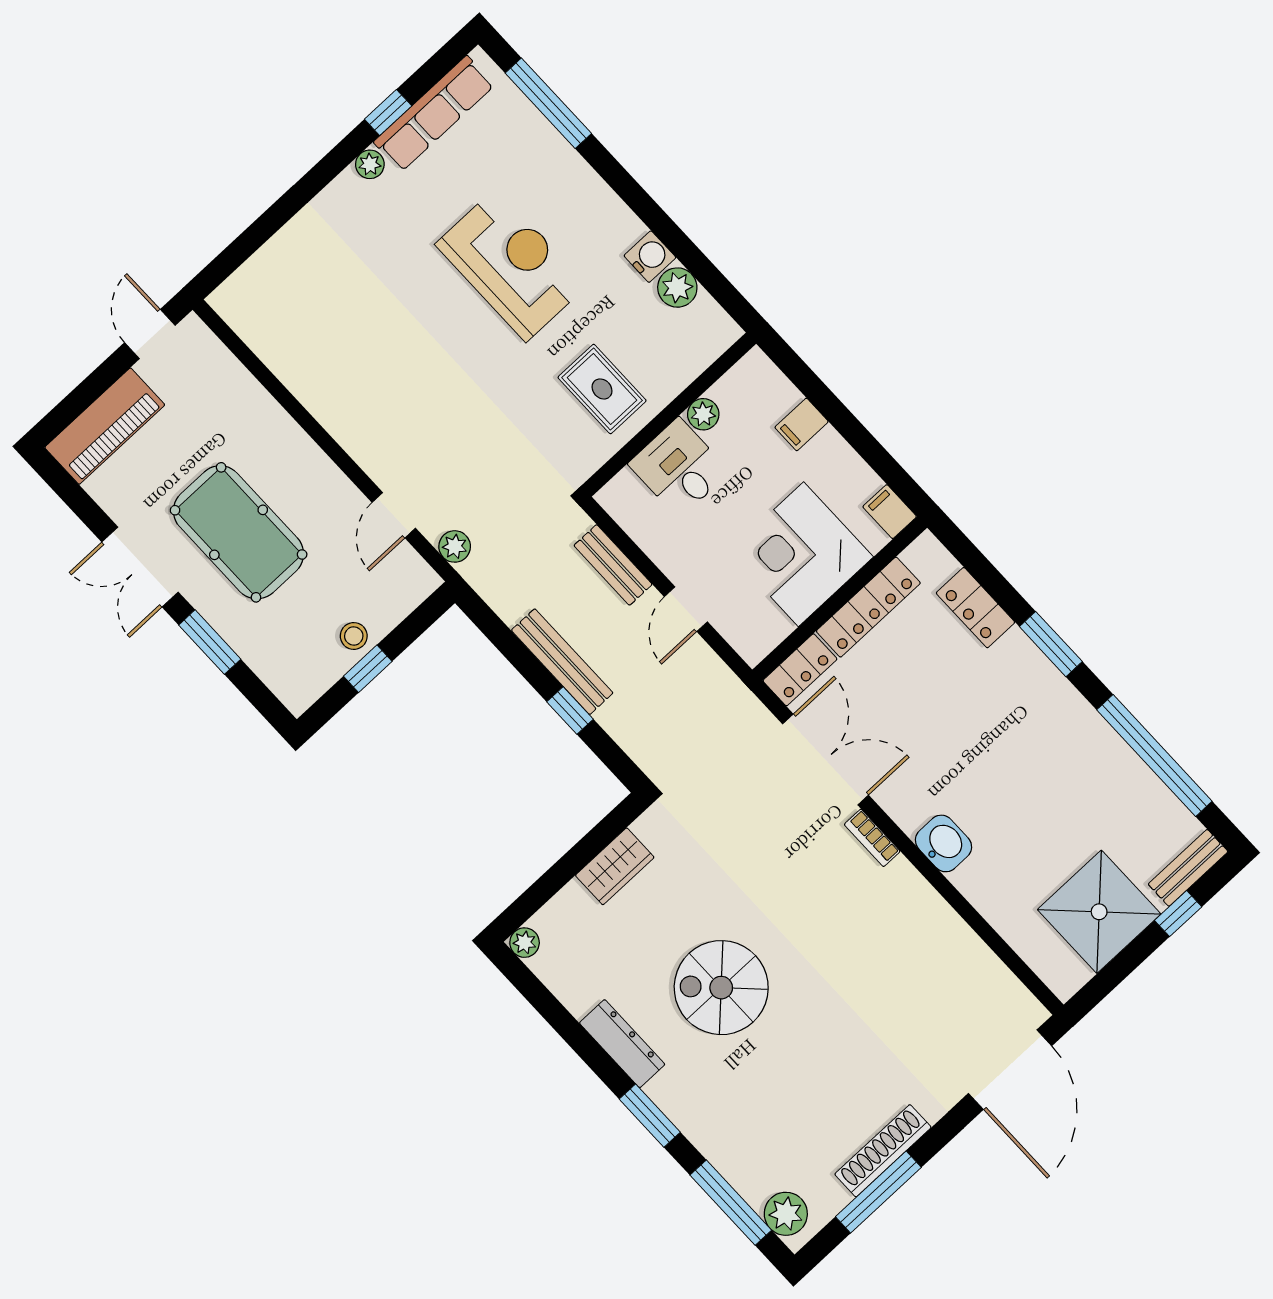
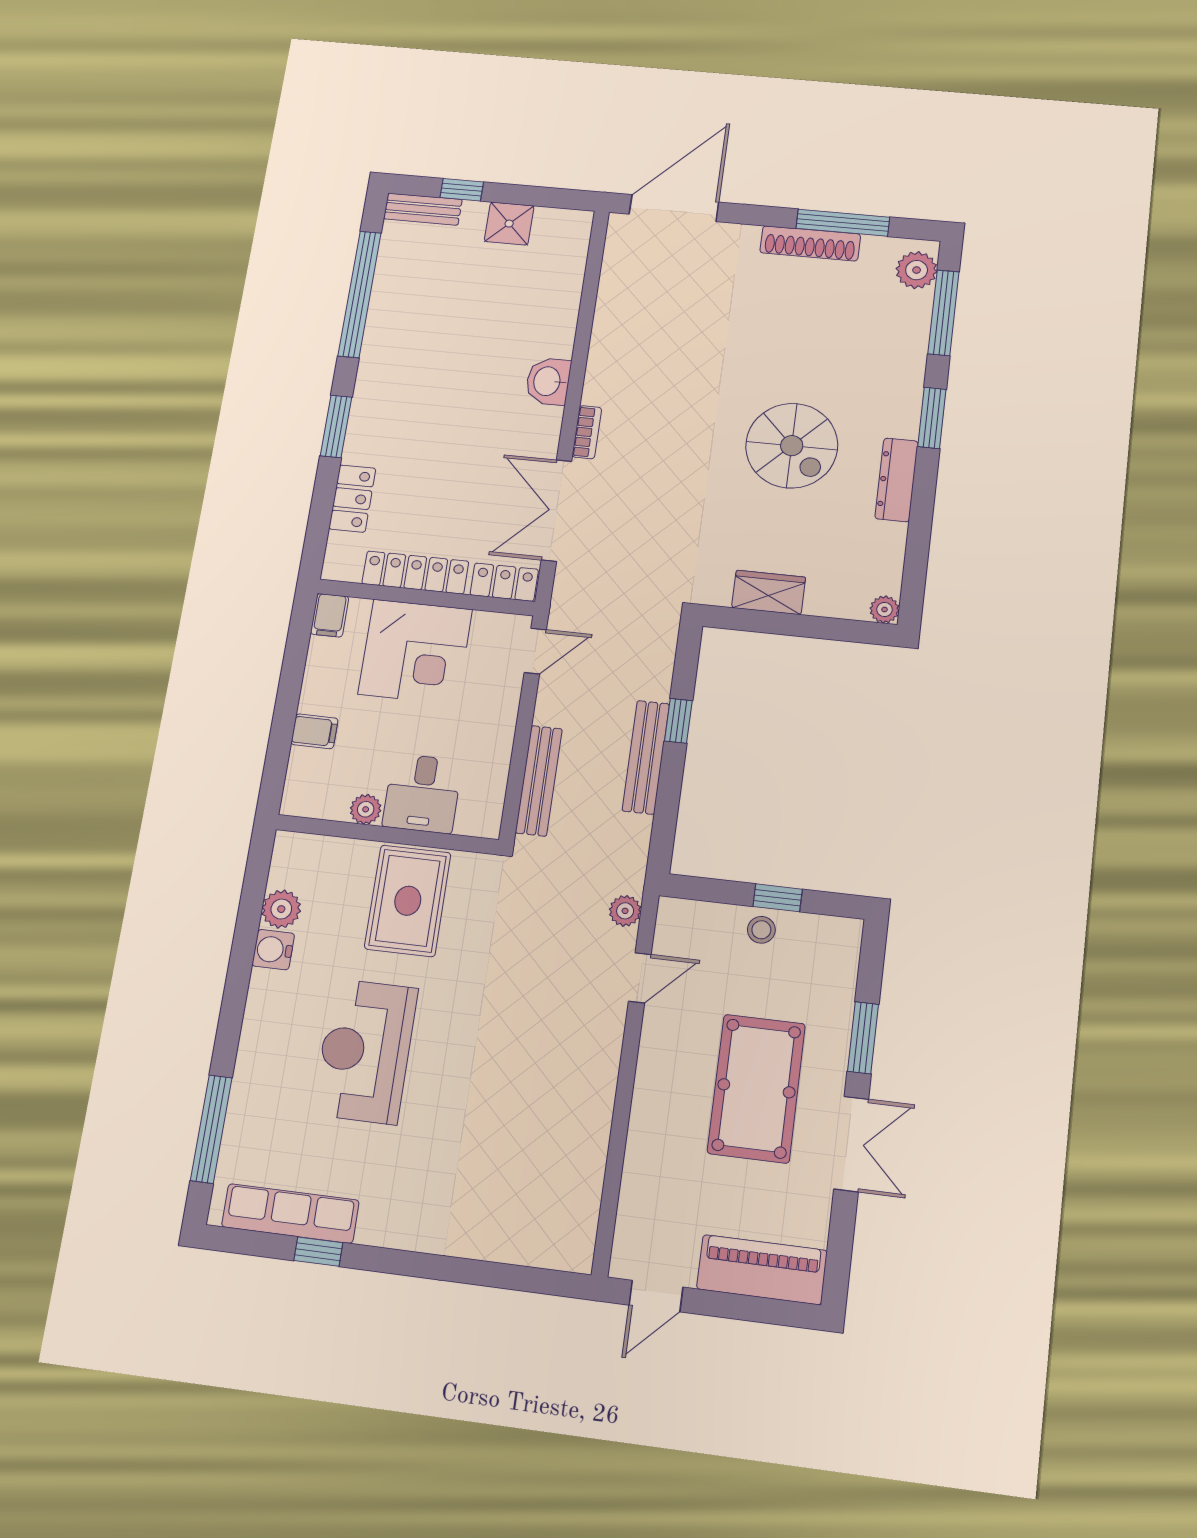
plant: (370, 164) -> (372, 1231), removed
rug: (602, 389) -> (408, 901), width x1.36, depth x1.43
bench: (613, 565) -> (539, 781), width x1.36
door: (686, 609) -> (535, 651), moved
shower: (1099, 912) -> (509, 224), width x0.54, depth x0.54

